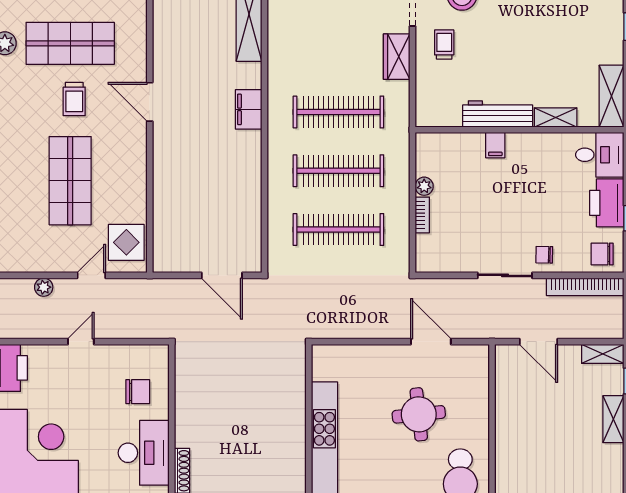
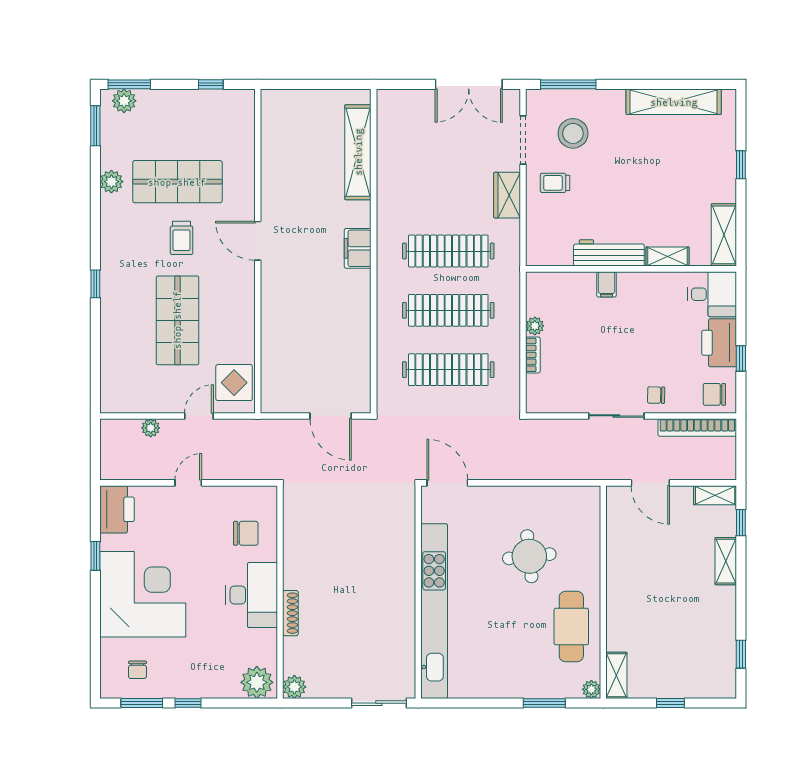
trolley: (444, 44) -> (555, 183), turned -90
door: (431, 342) -> (447, 483), moved

